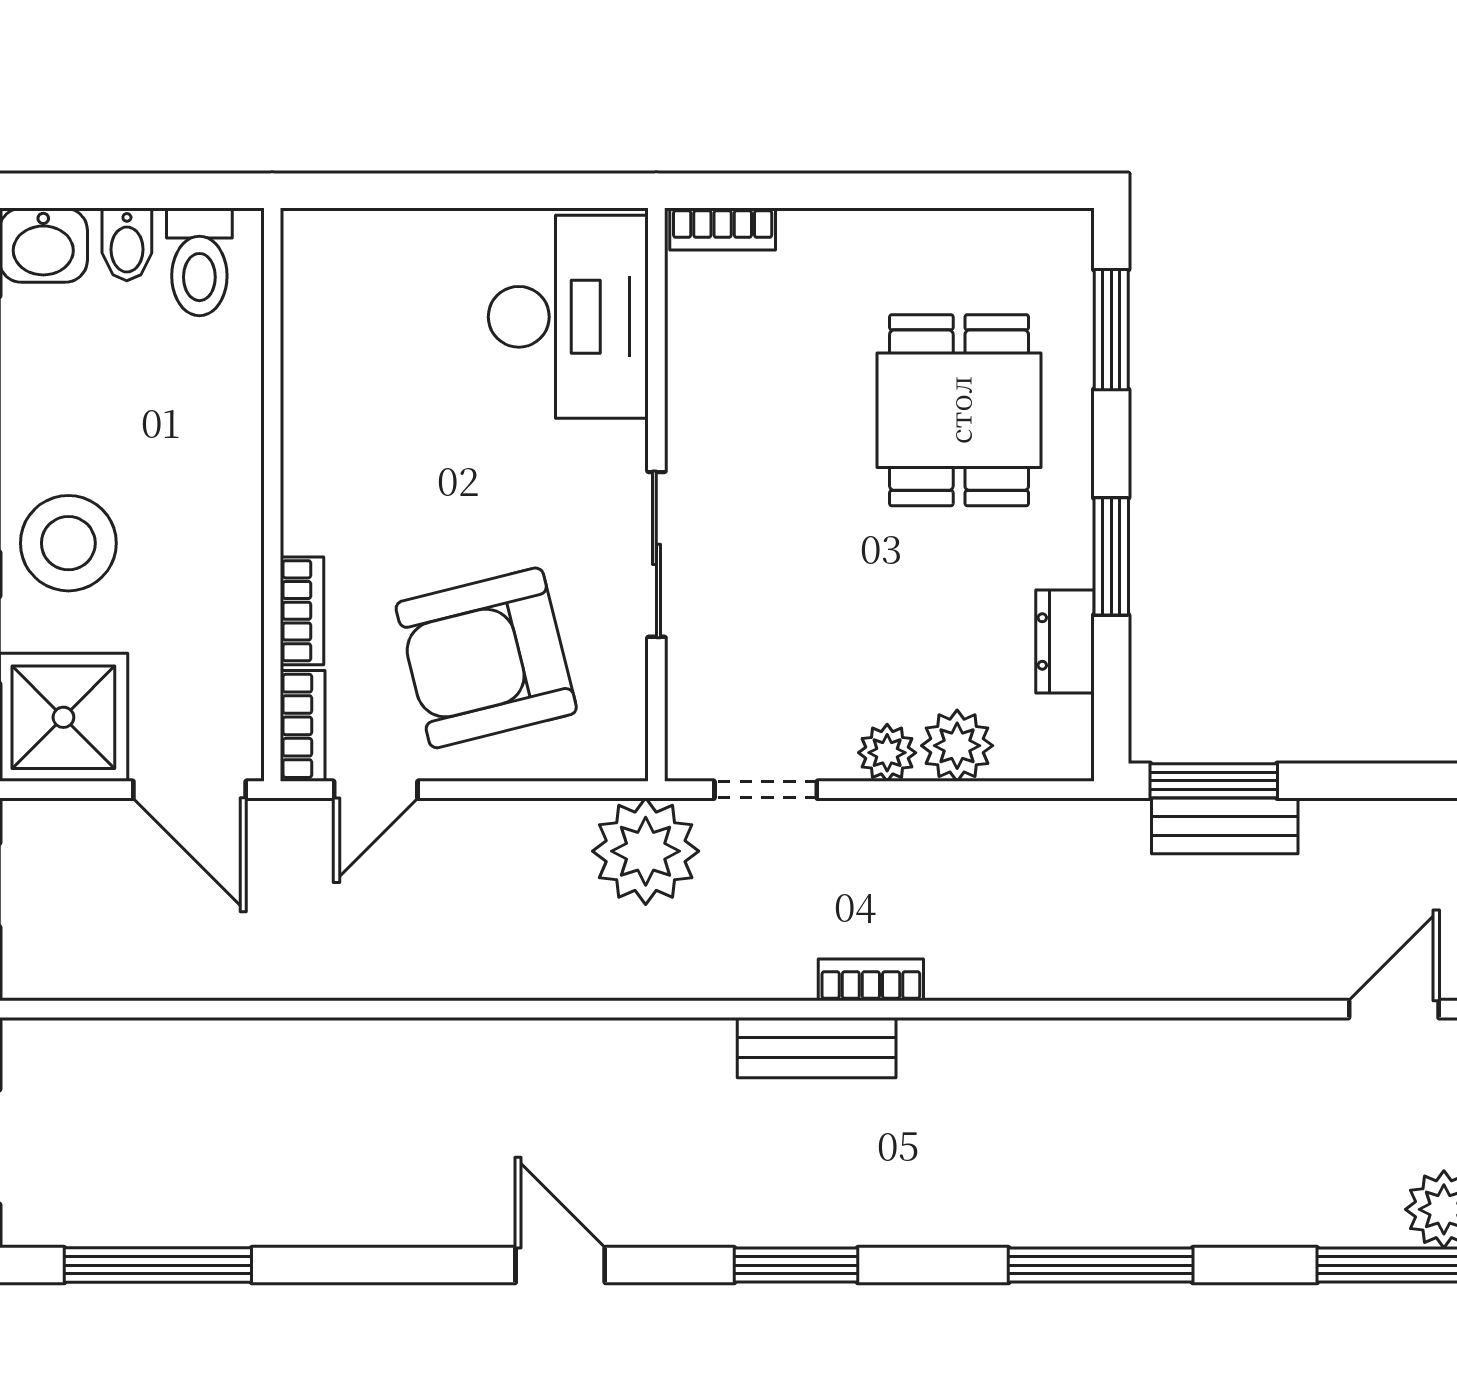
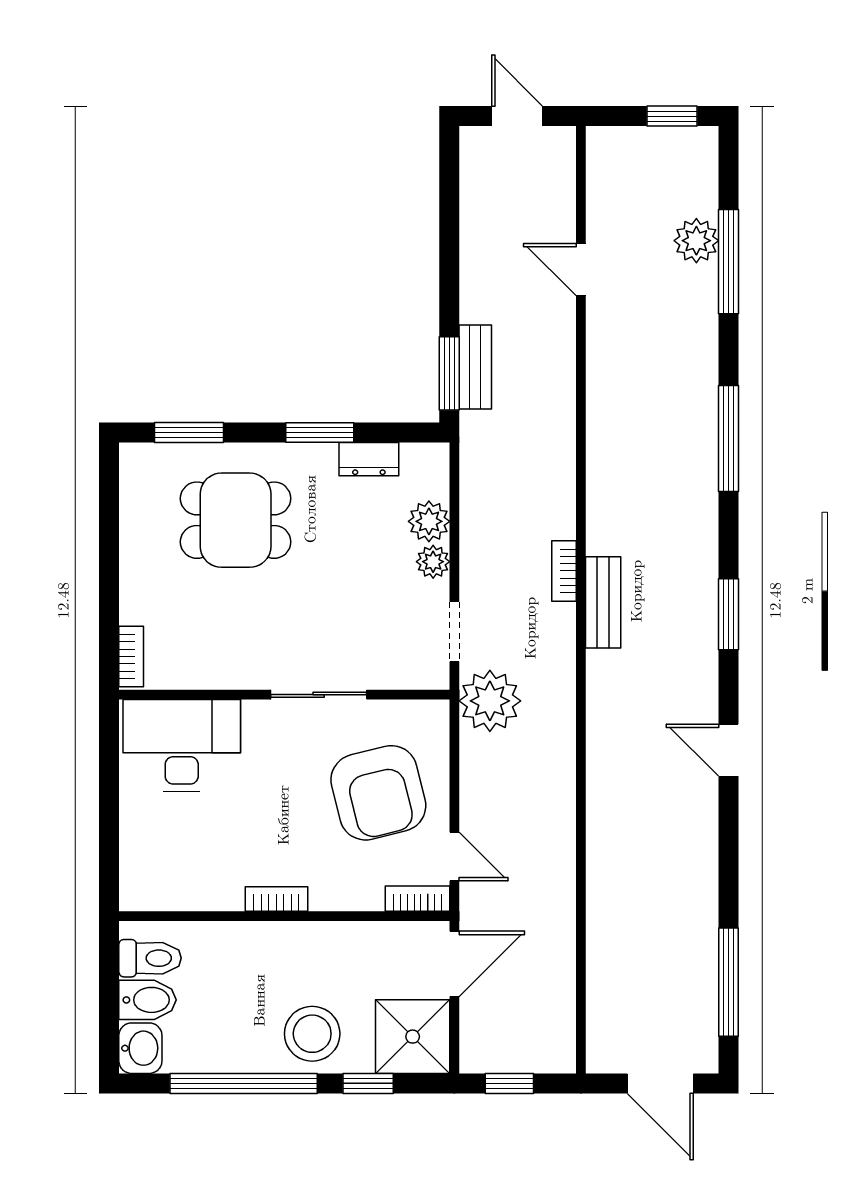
bidet: (127, 244) -> (147, 1000), width x1.38, depth x1.36
bookcase: (302, 611) -> (276, 899), moved
door: (560, 1265) -> (728, 750), hinge flipped

